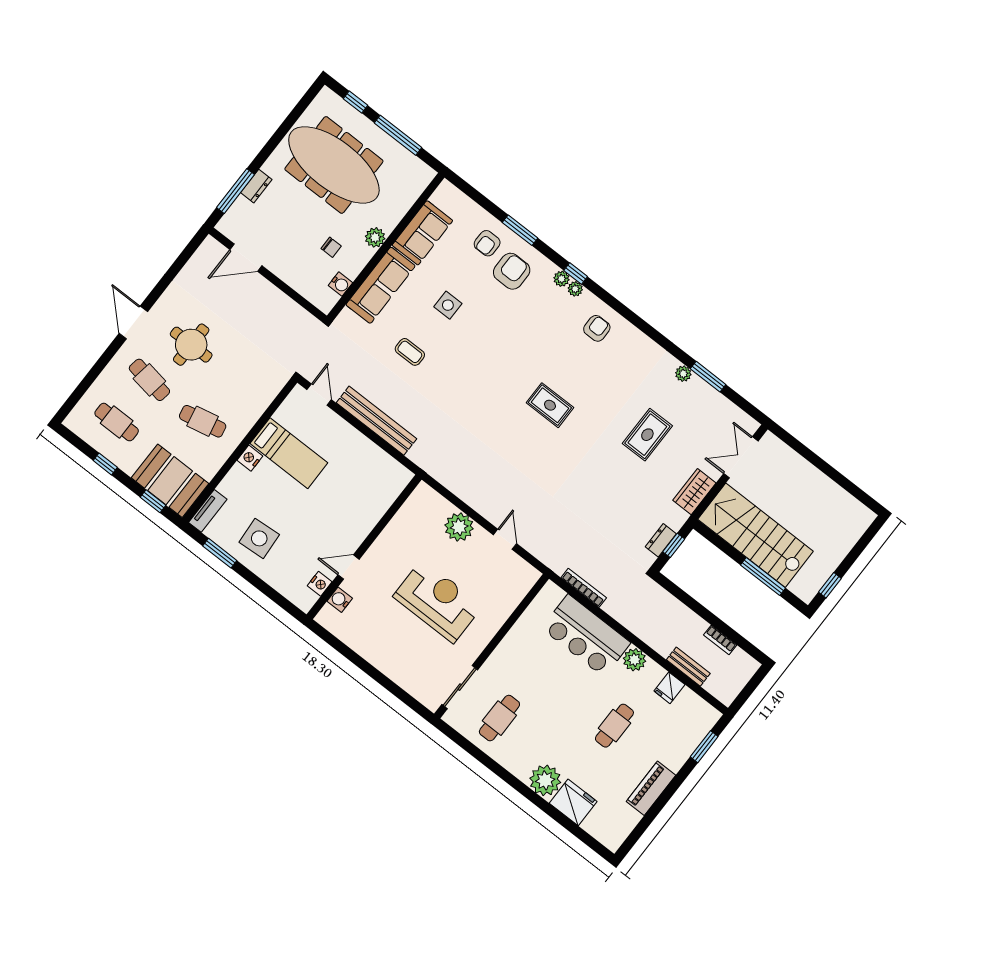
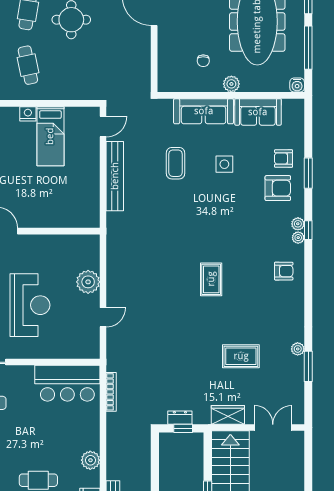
water cooler: (340, 284) -> (297, 85), moved
coffee table: (410, 352) -> (176, 163), width x1.36, depth x1.30
bar counter: (586, 636) -> (67, 383), moved, turned -90

